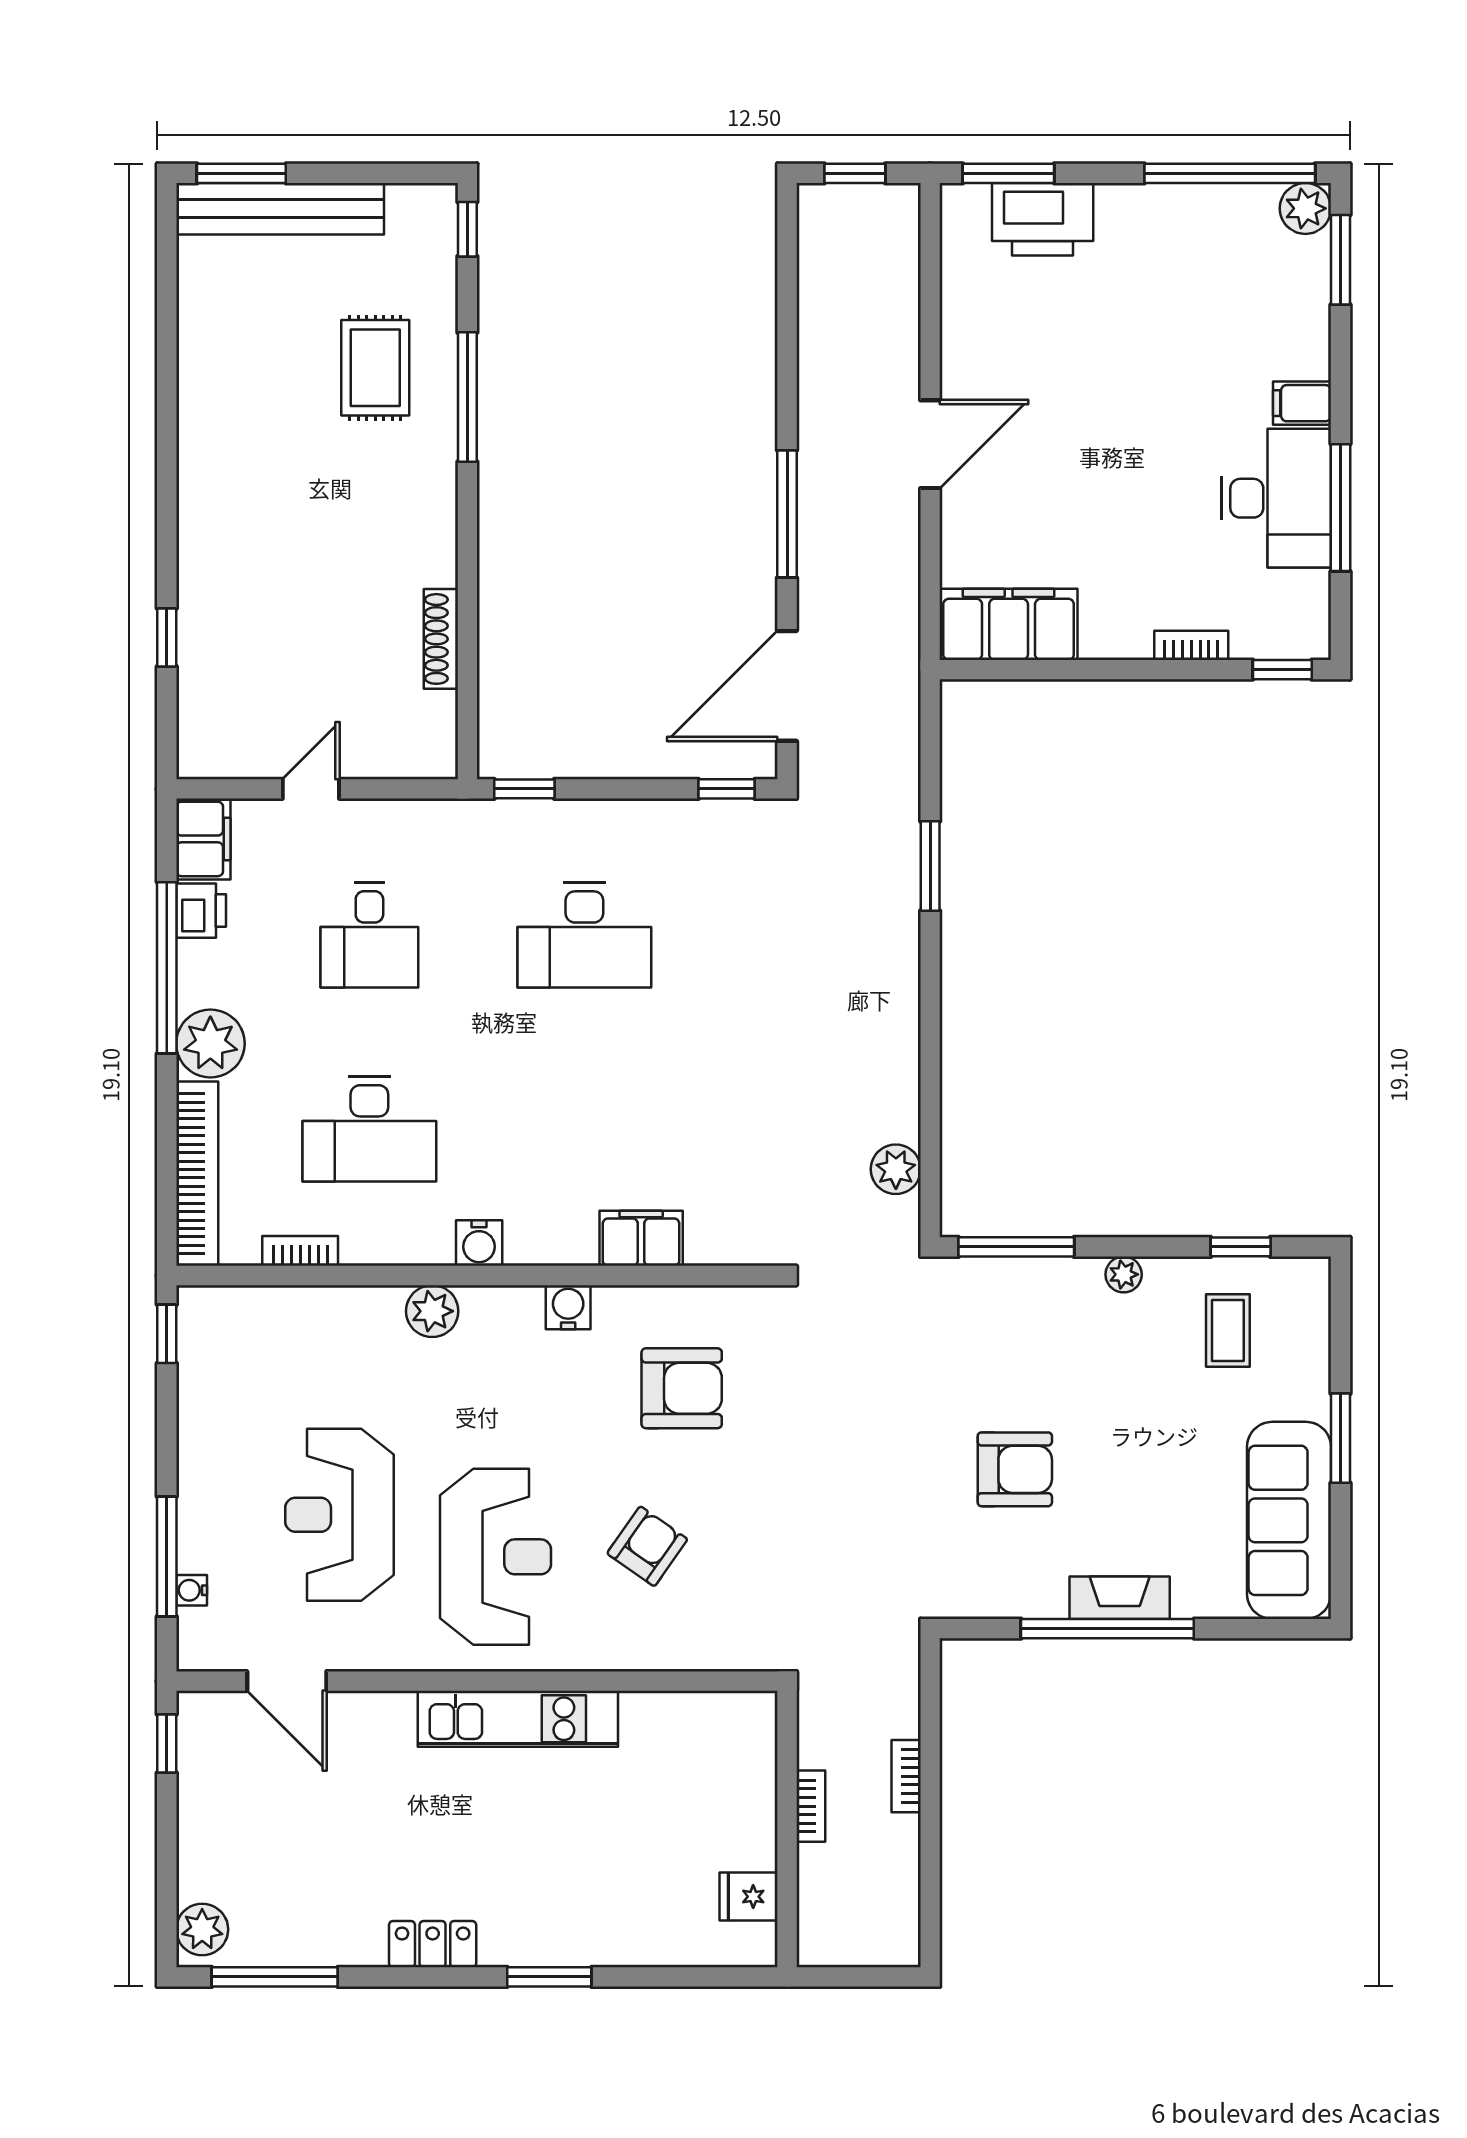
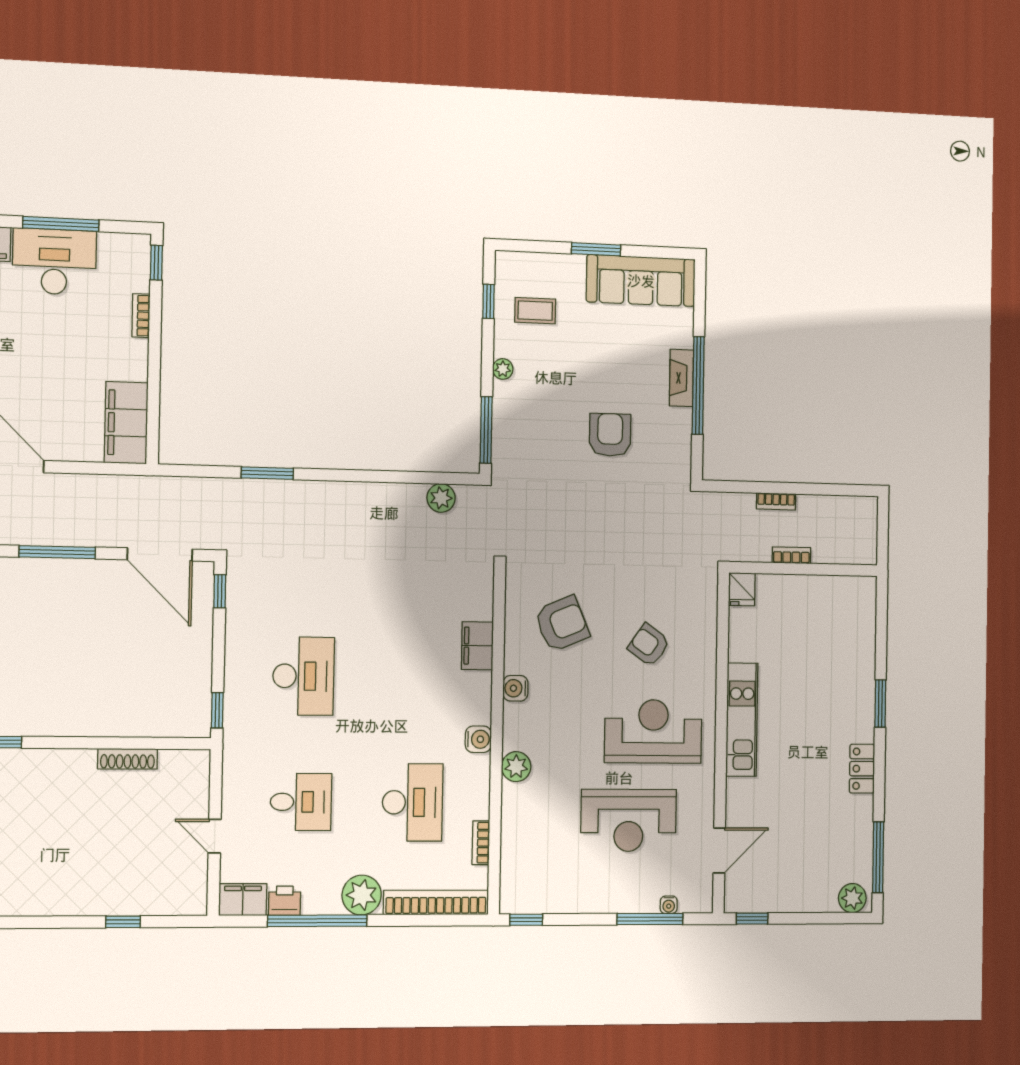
armchair: (682, 1388) -> (562, 624), turned 67
fridge: (749, 1897) -> (742, 589), moved

